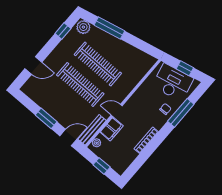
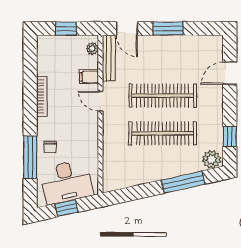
door: (117, 110) -> (100, 101), swing flipped
filing cabinet: (112, 129) -> (89, 77), width x0.50
door: (68, 138) -> (127, 29), hinge flipped

